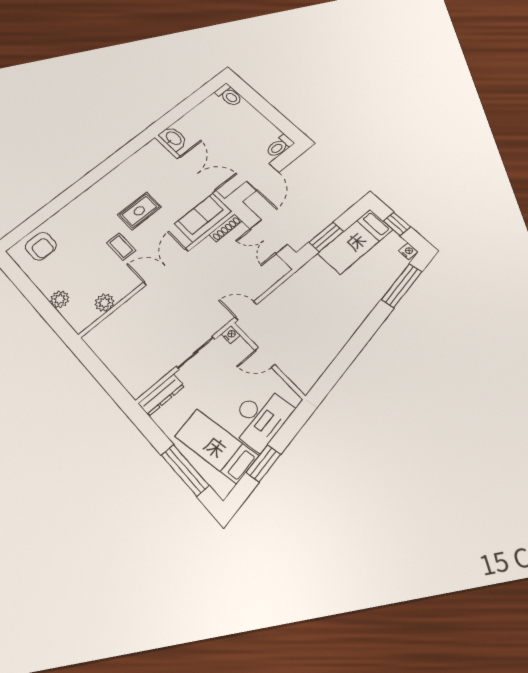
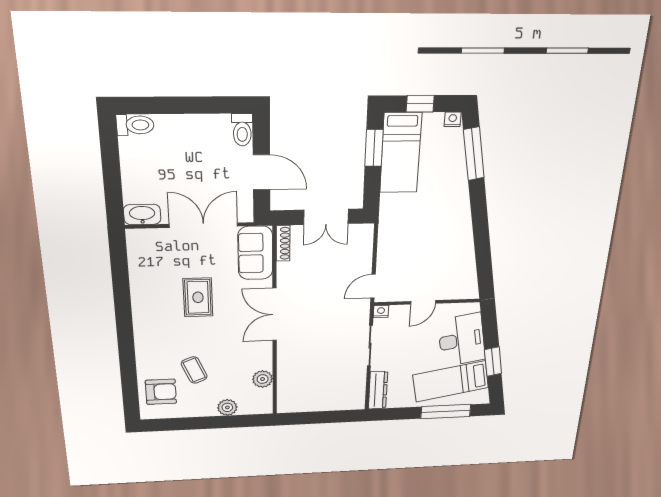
window: (326, 237) -> (374, 148), moved
coffee table: (121, 247) -> (194, 370), moved, turned 68

